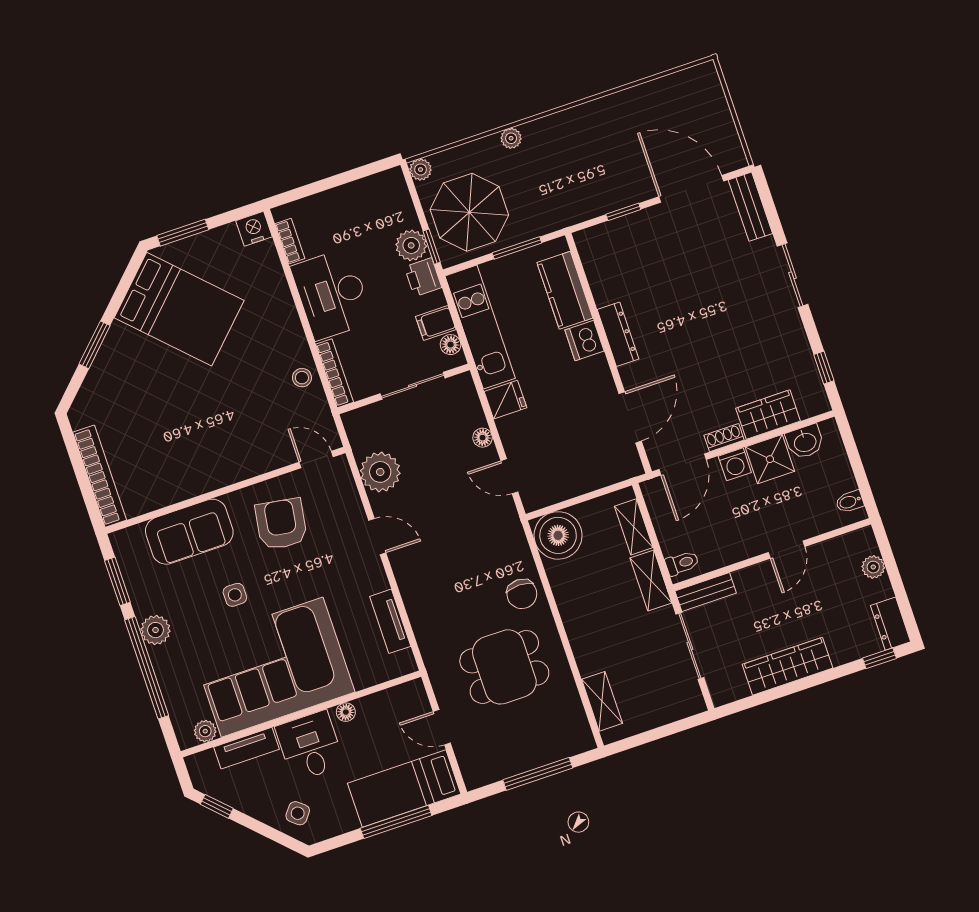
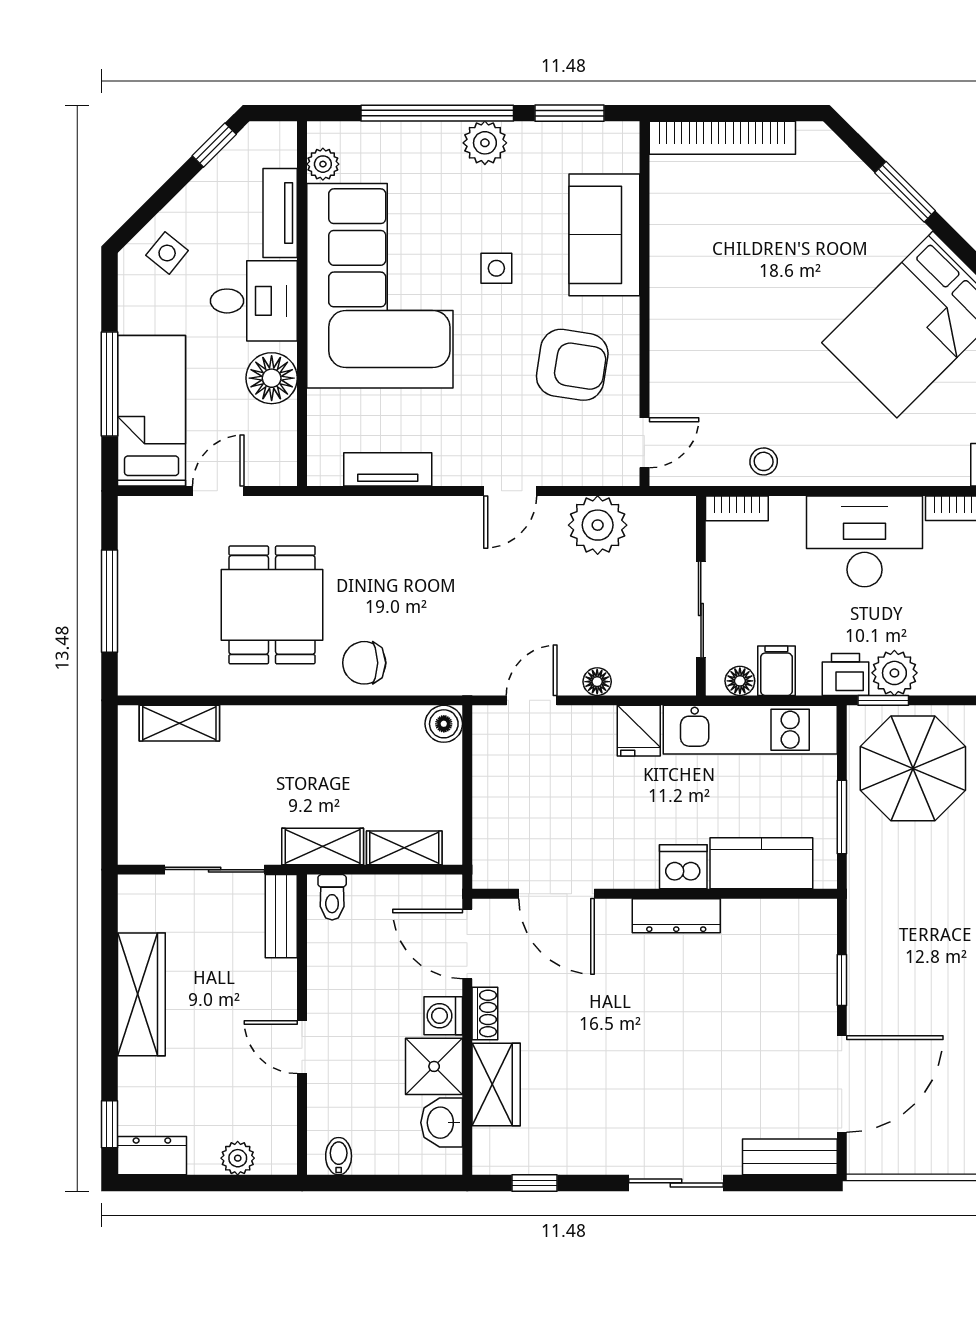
bookcase: (335, 373) -> (737, 508), width x0.64
boiler: (558, 535) -> (444, 724), width x0.54, depth x0.54
floor lamp: (346, 712) -> (272, 378), width x1.89, depth x1.89

